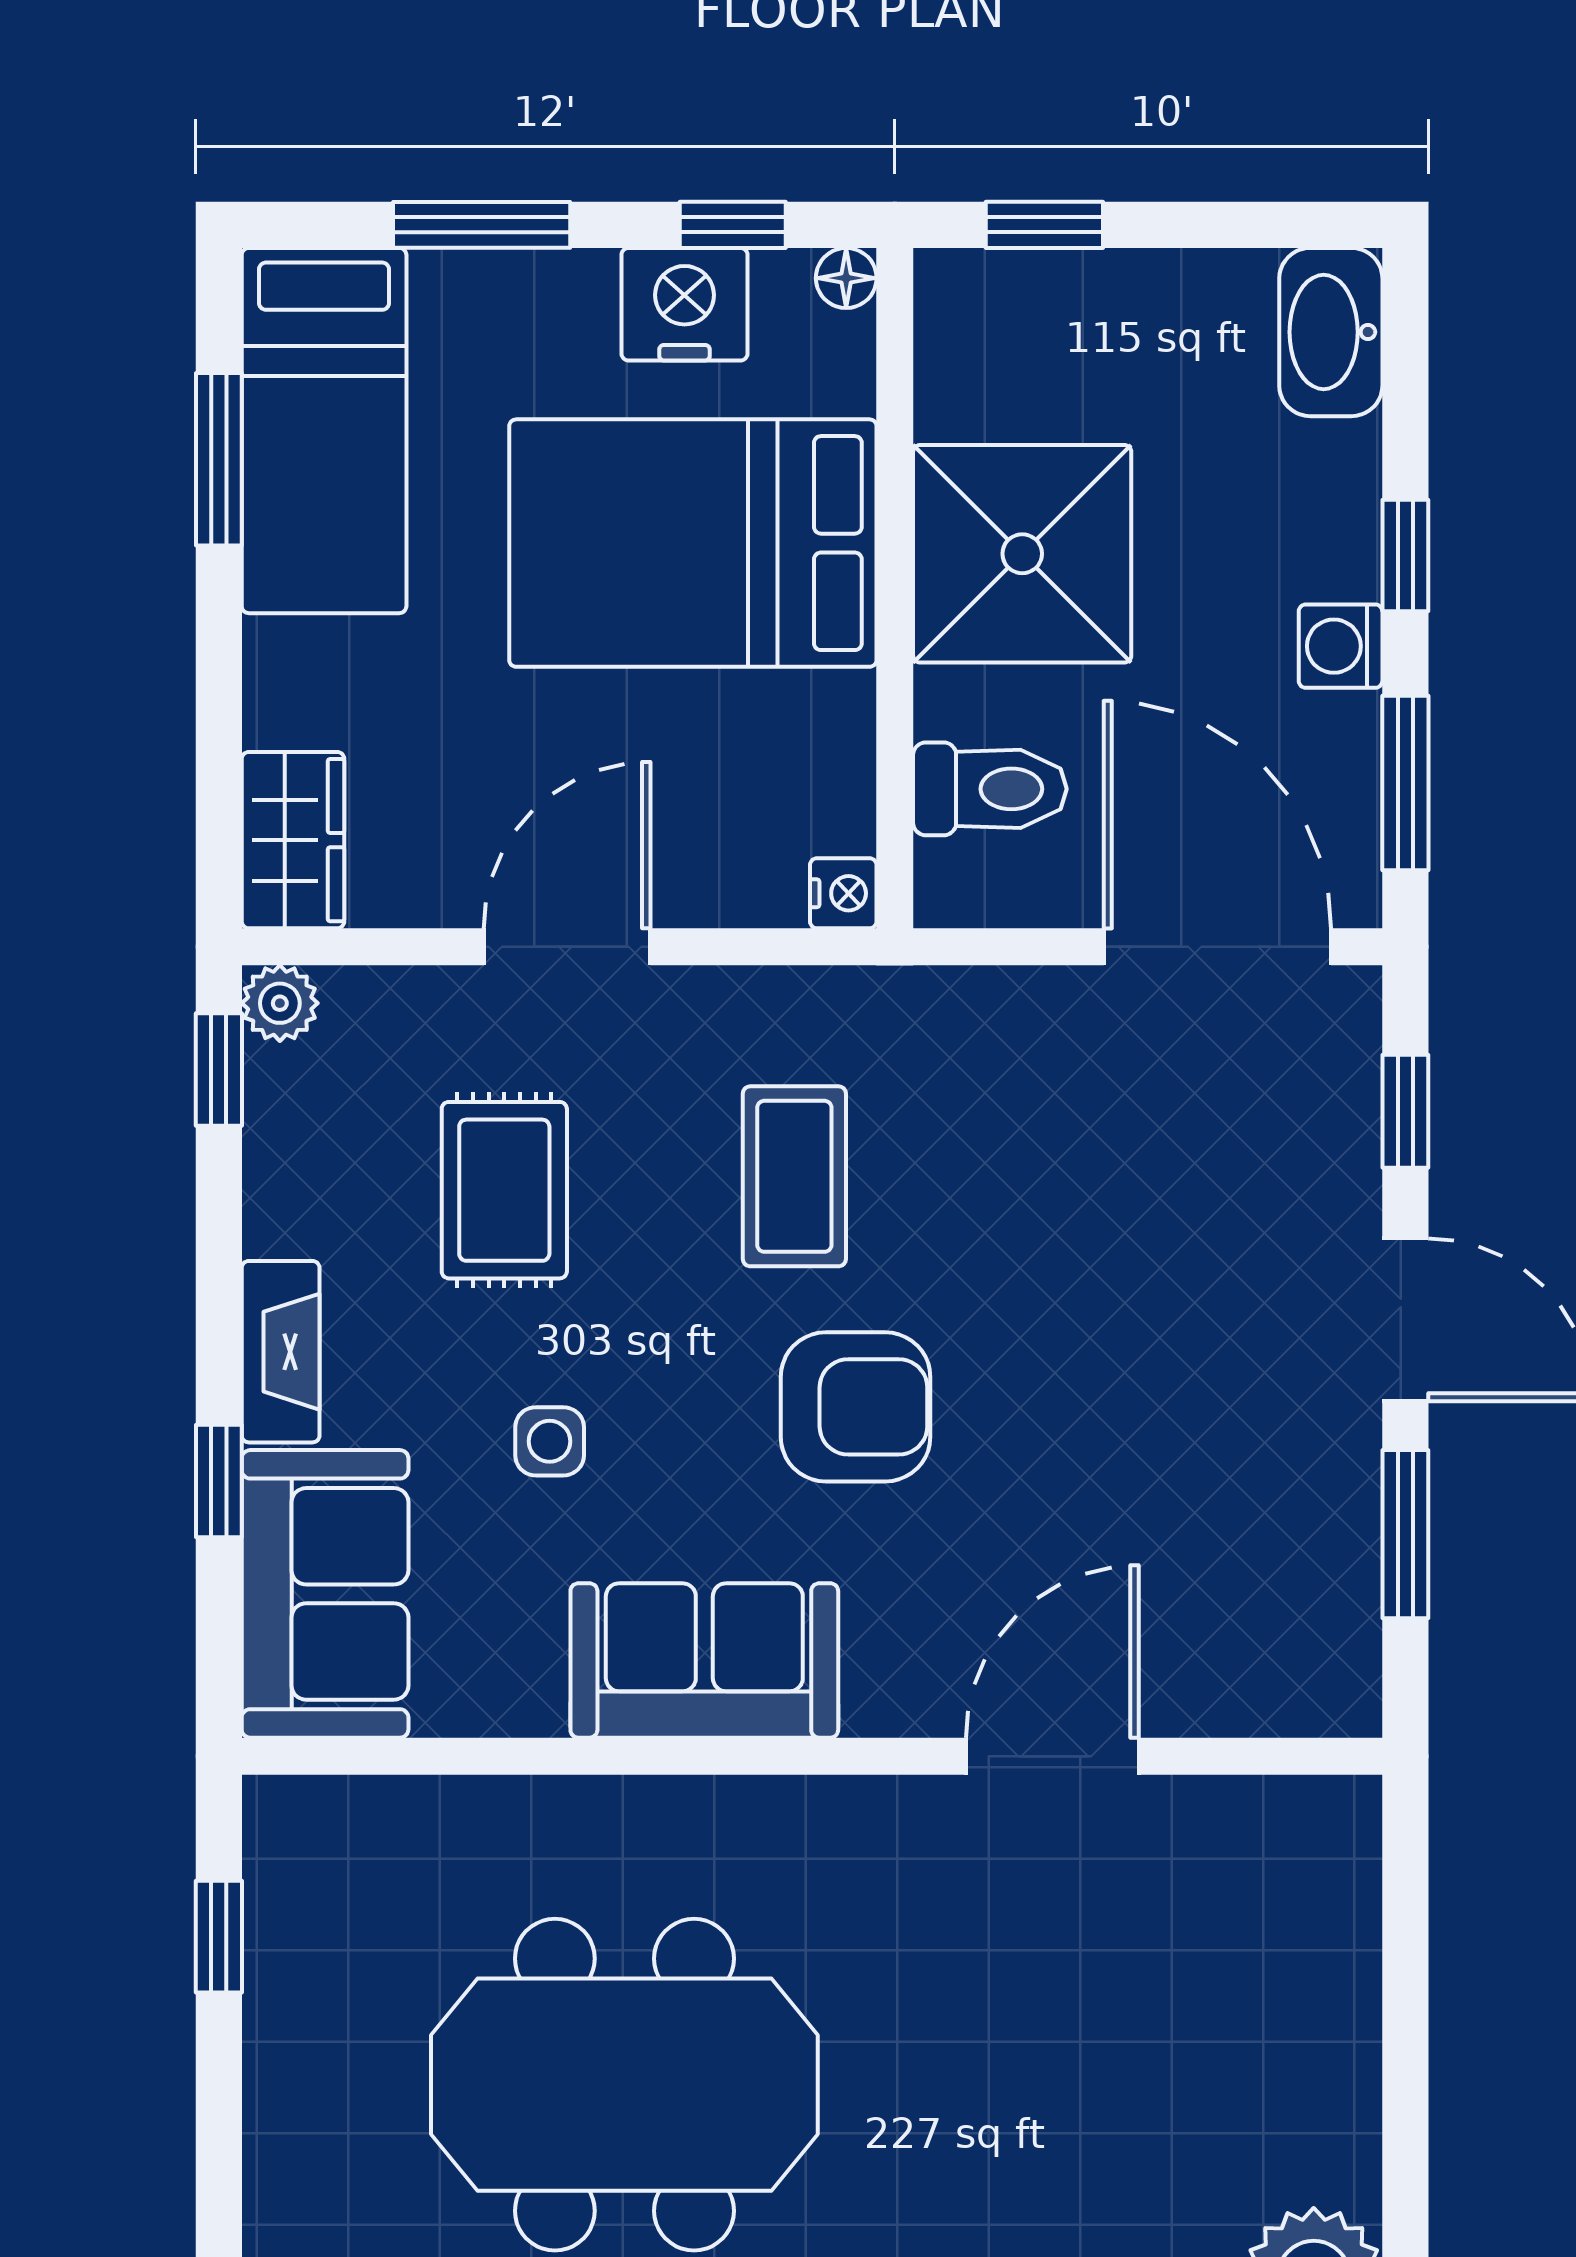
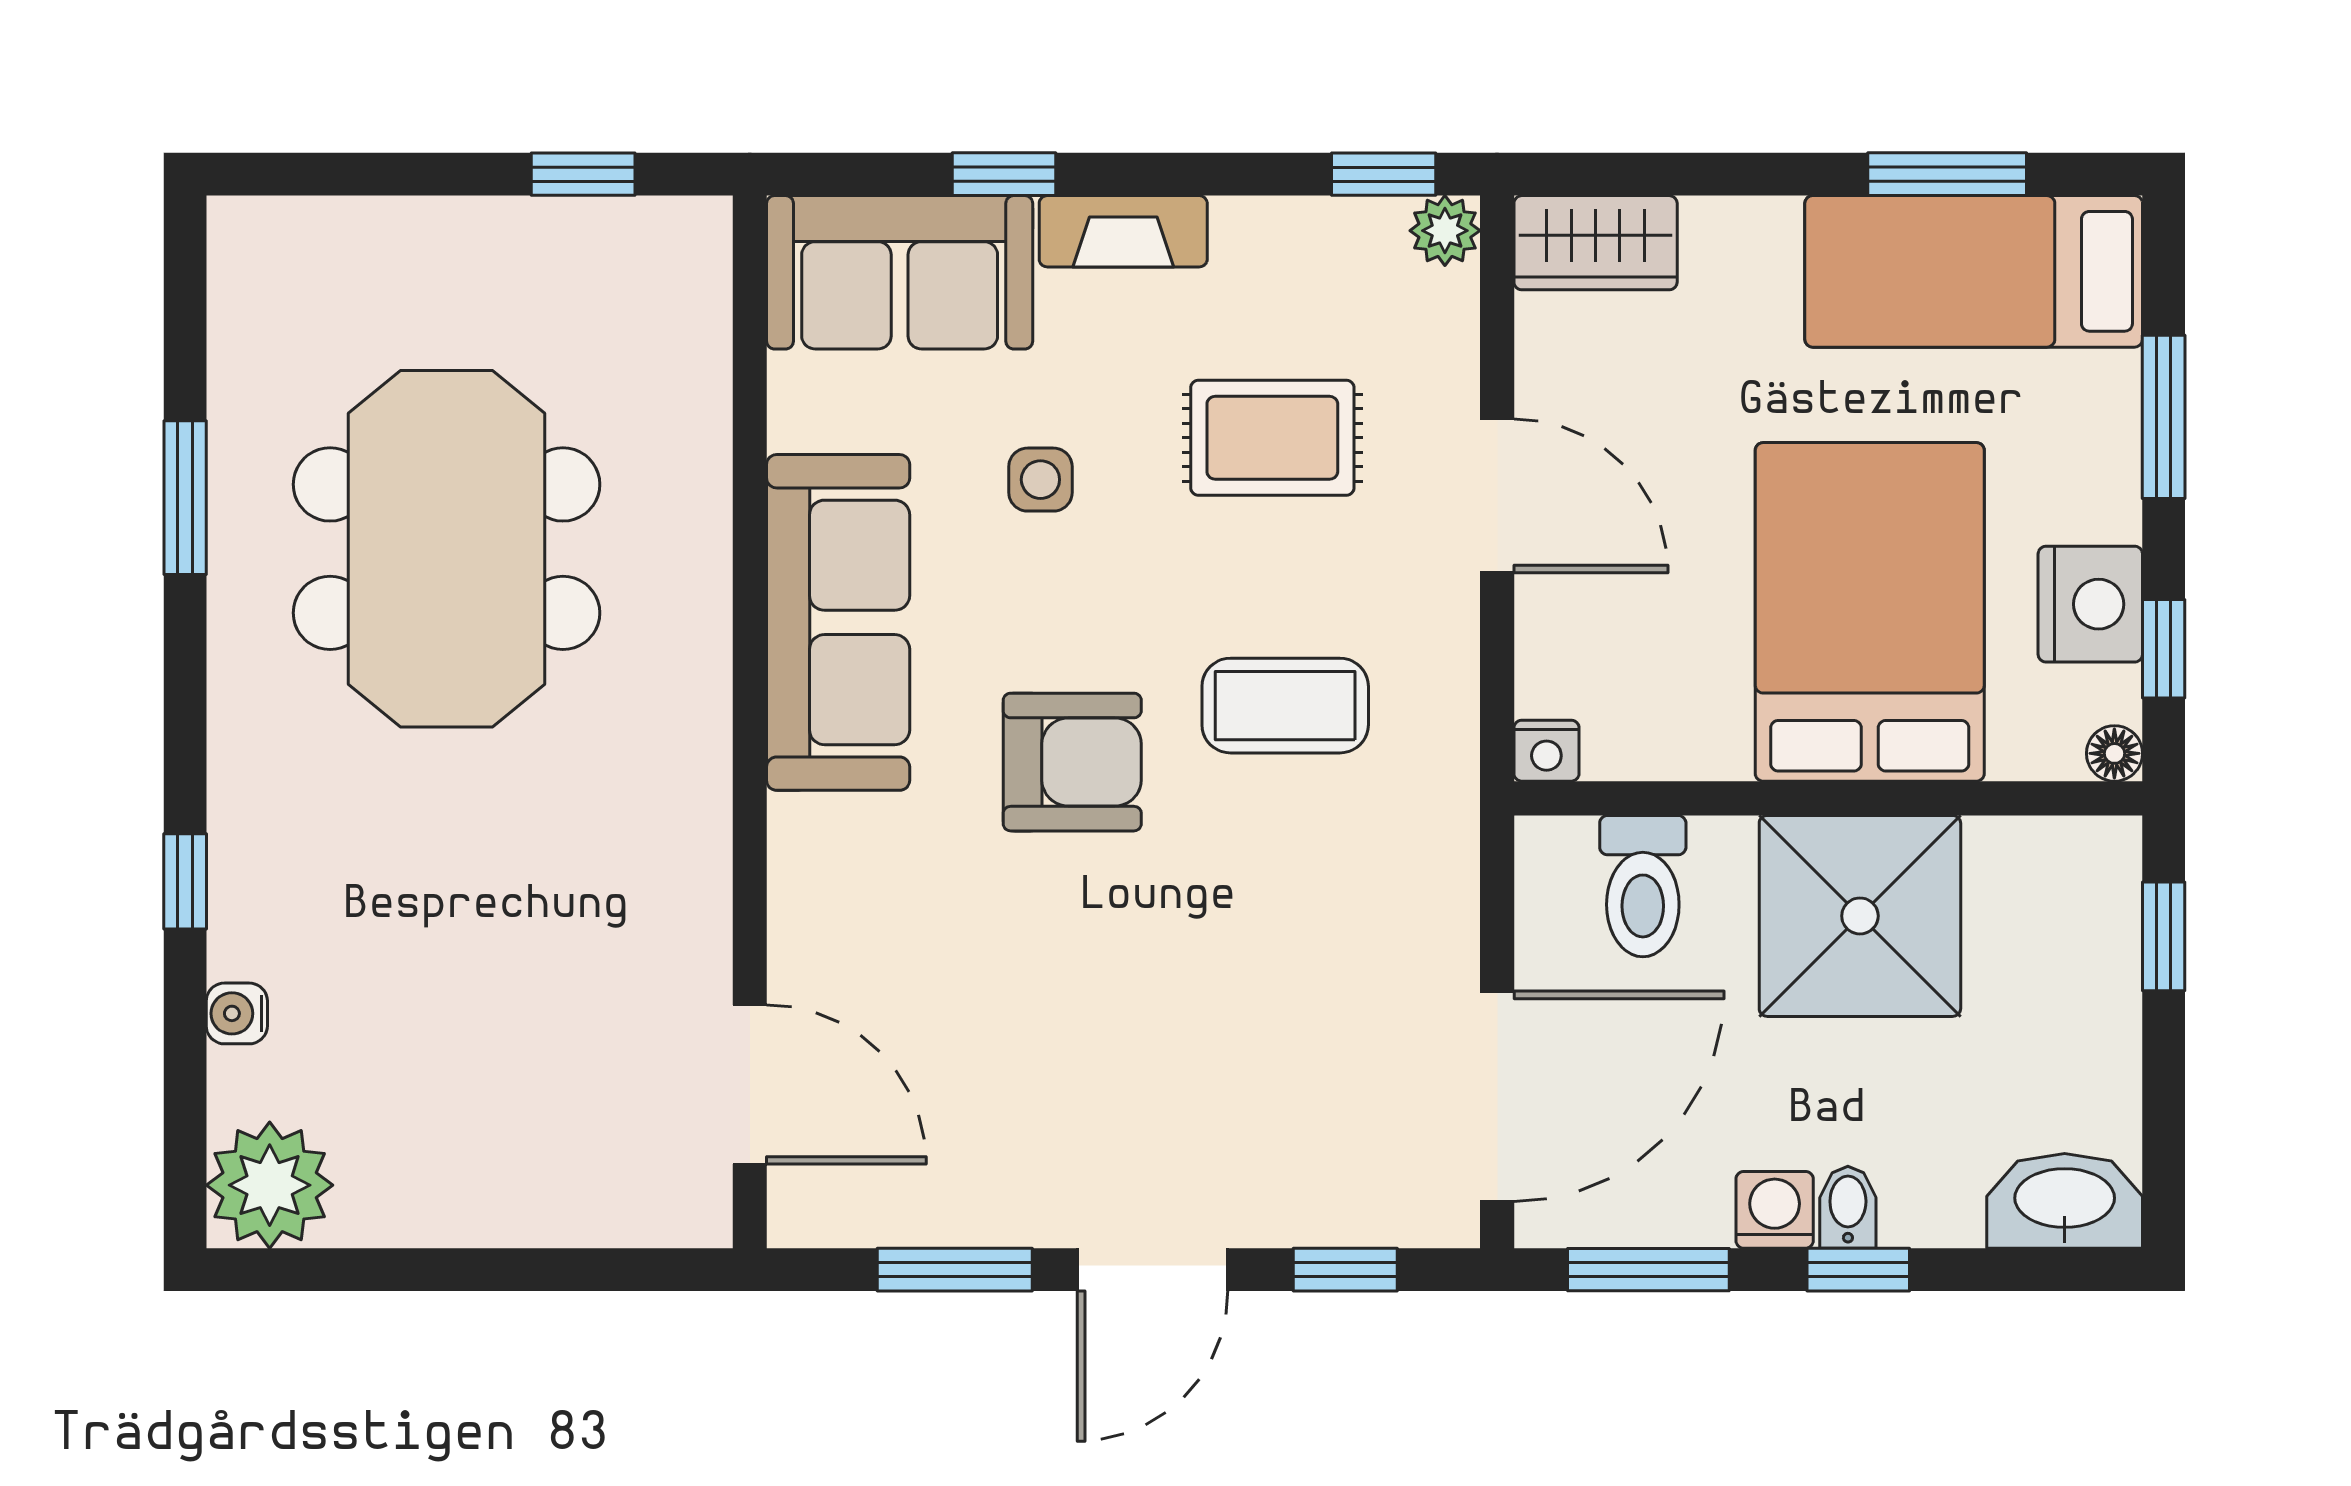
bidet: (1338, 567) -> (1848, 1207), added
armchair: (856, 1407) -> (1072, 762), turned -90
sofa: (704, 1660) -> (838, 622), width x1.36
door: (1052, 1756) -> (750, 1084), moved

